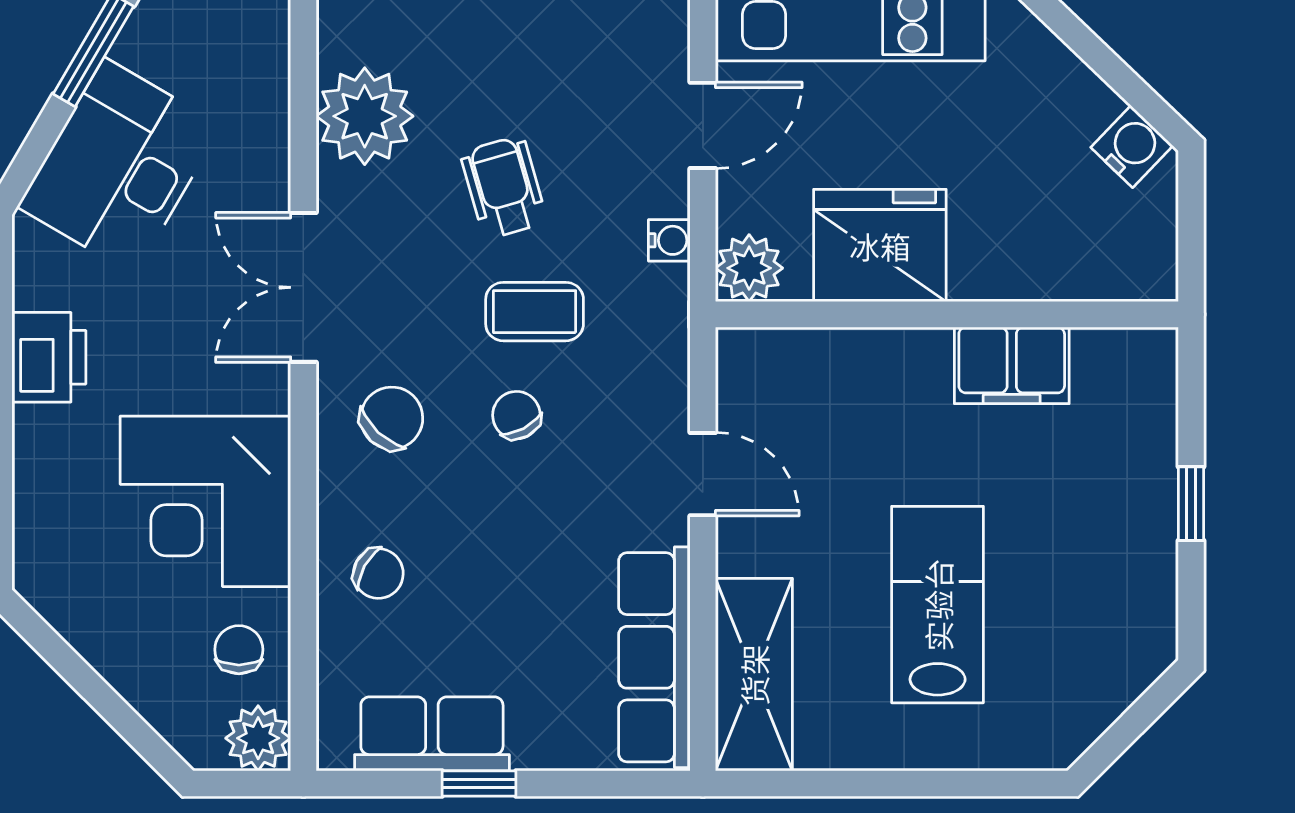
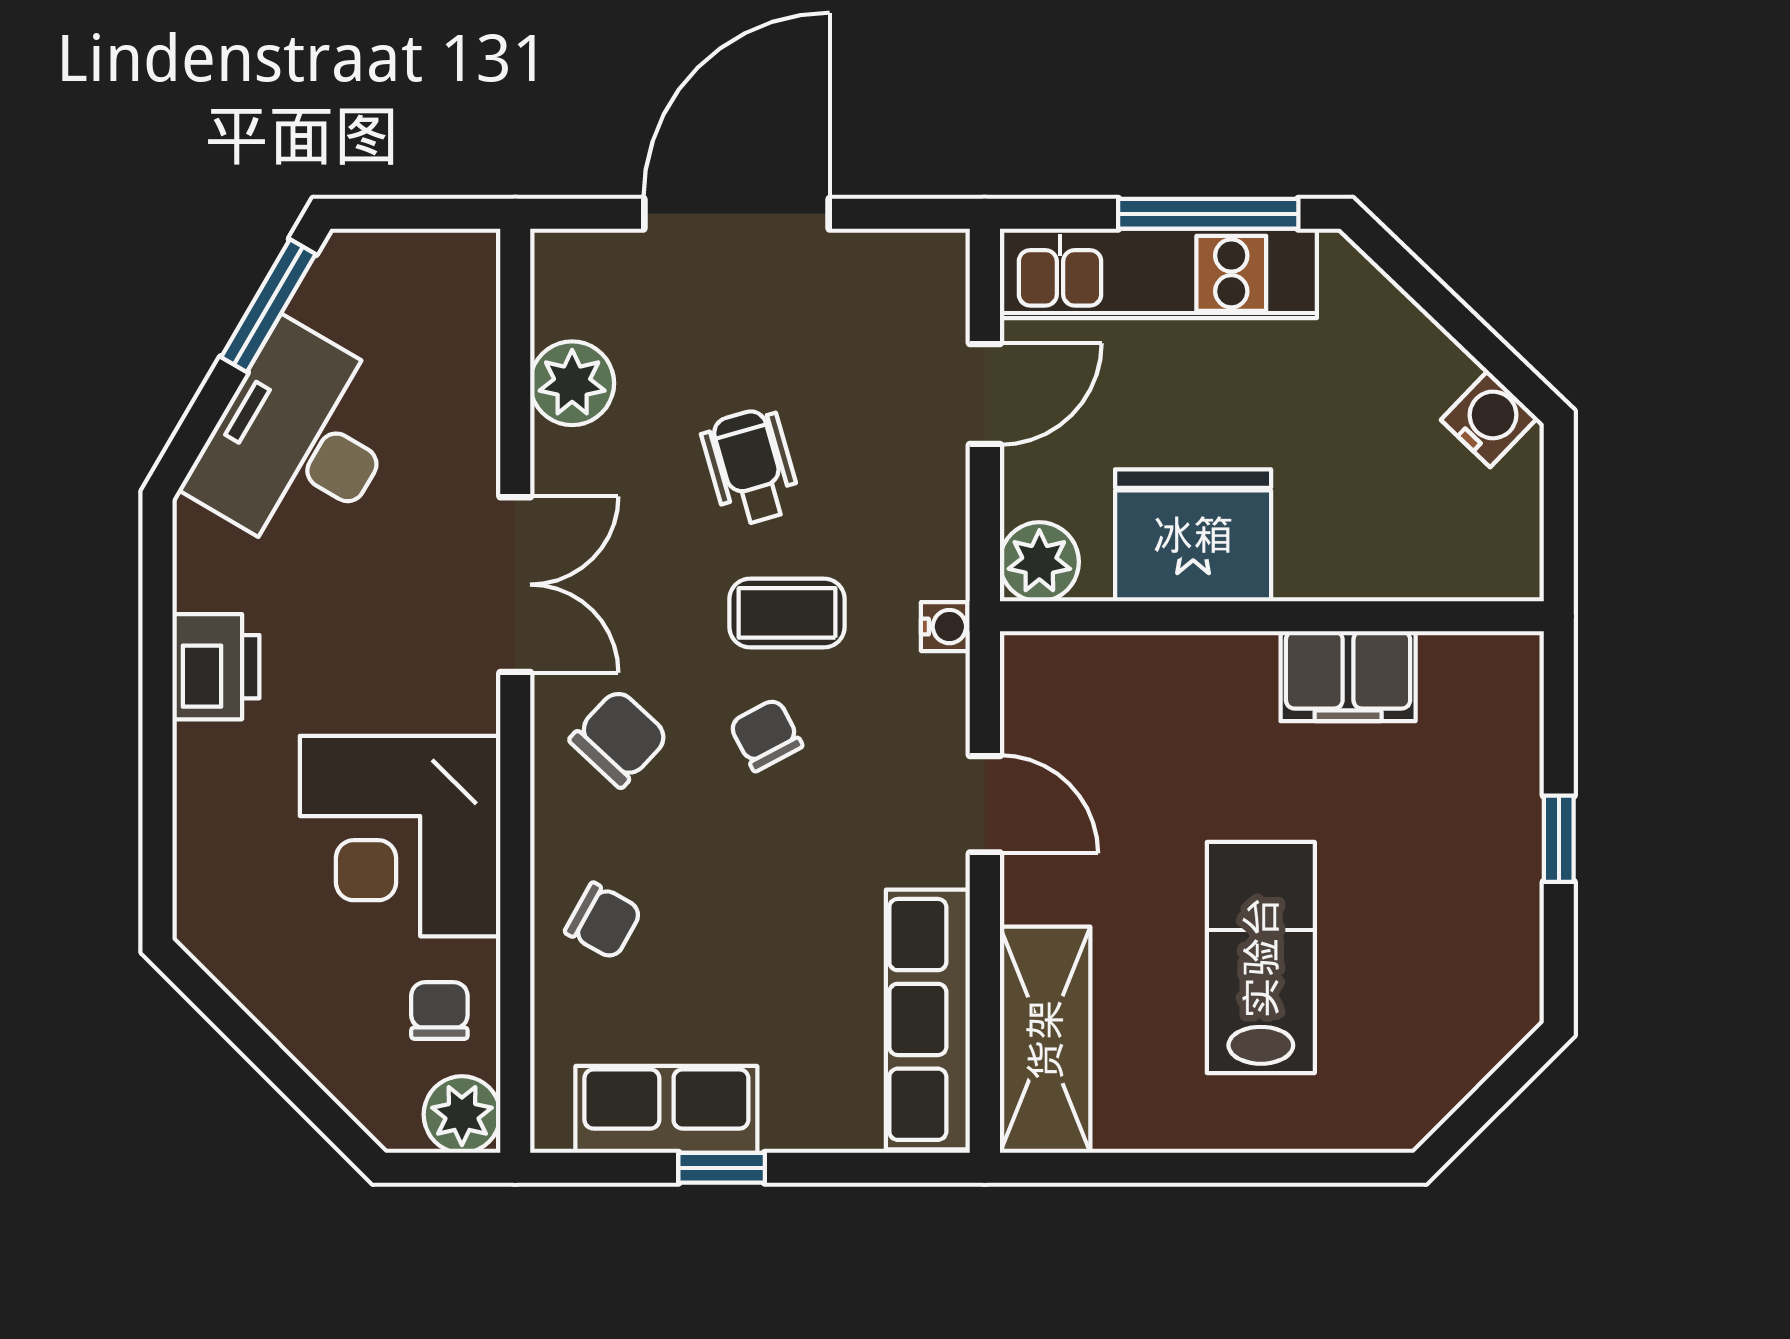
plant: (365, 116) -> (572, 383), width x0.73, depth x0.73
water cooler: (669, 240) -> (945, 627), moved
double door: (303, 287) -> (515, 585), swing flipped

